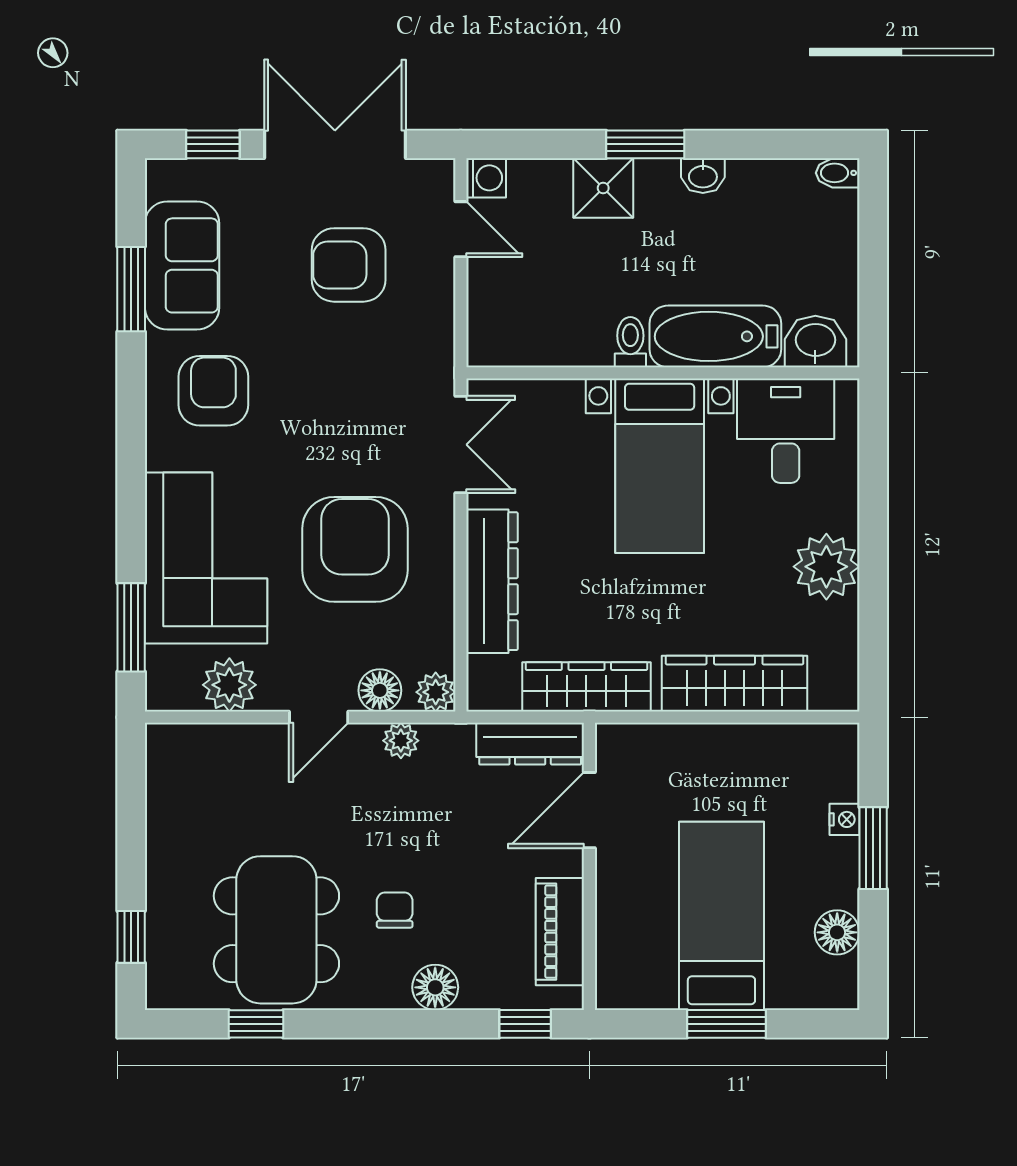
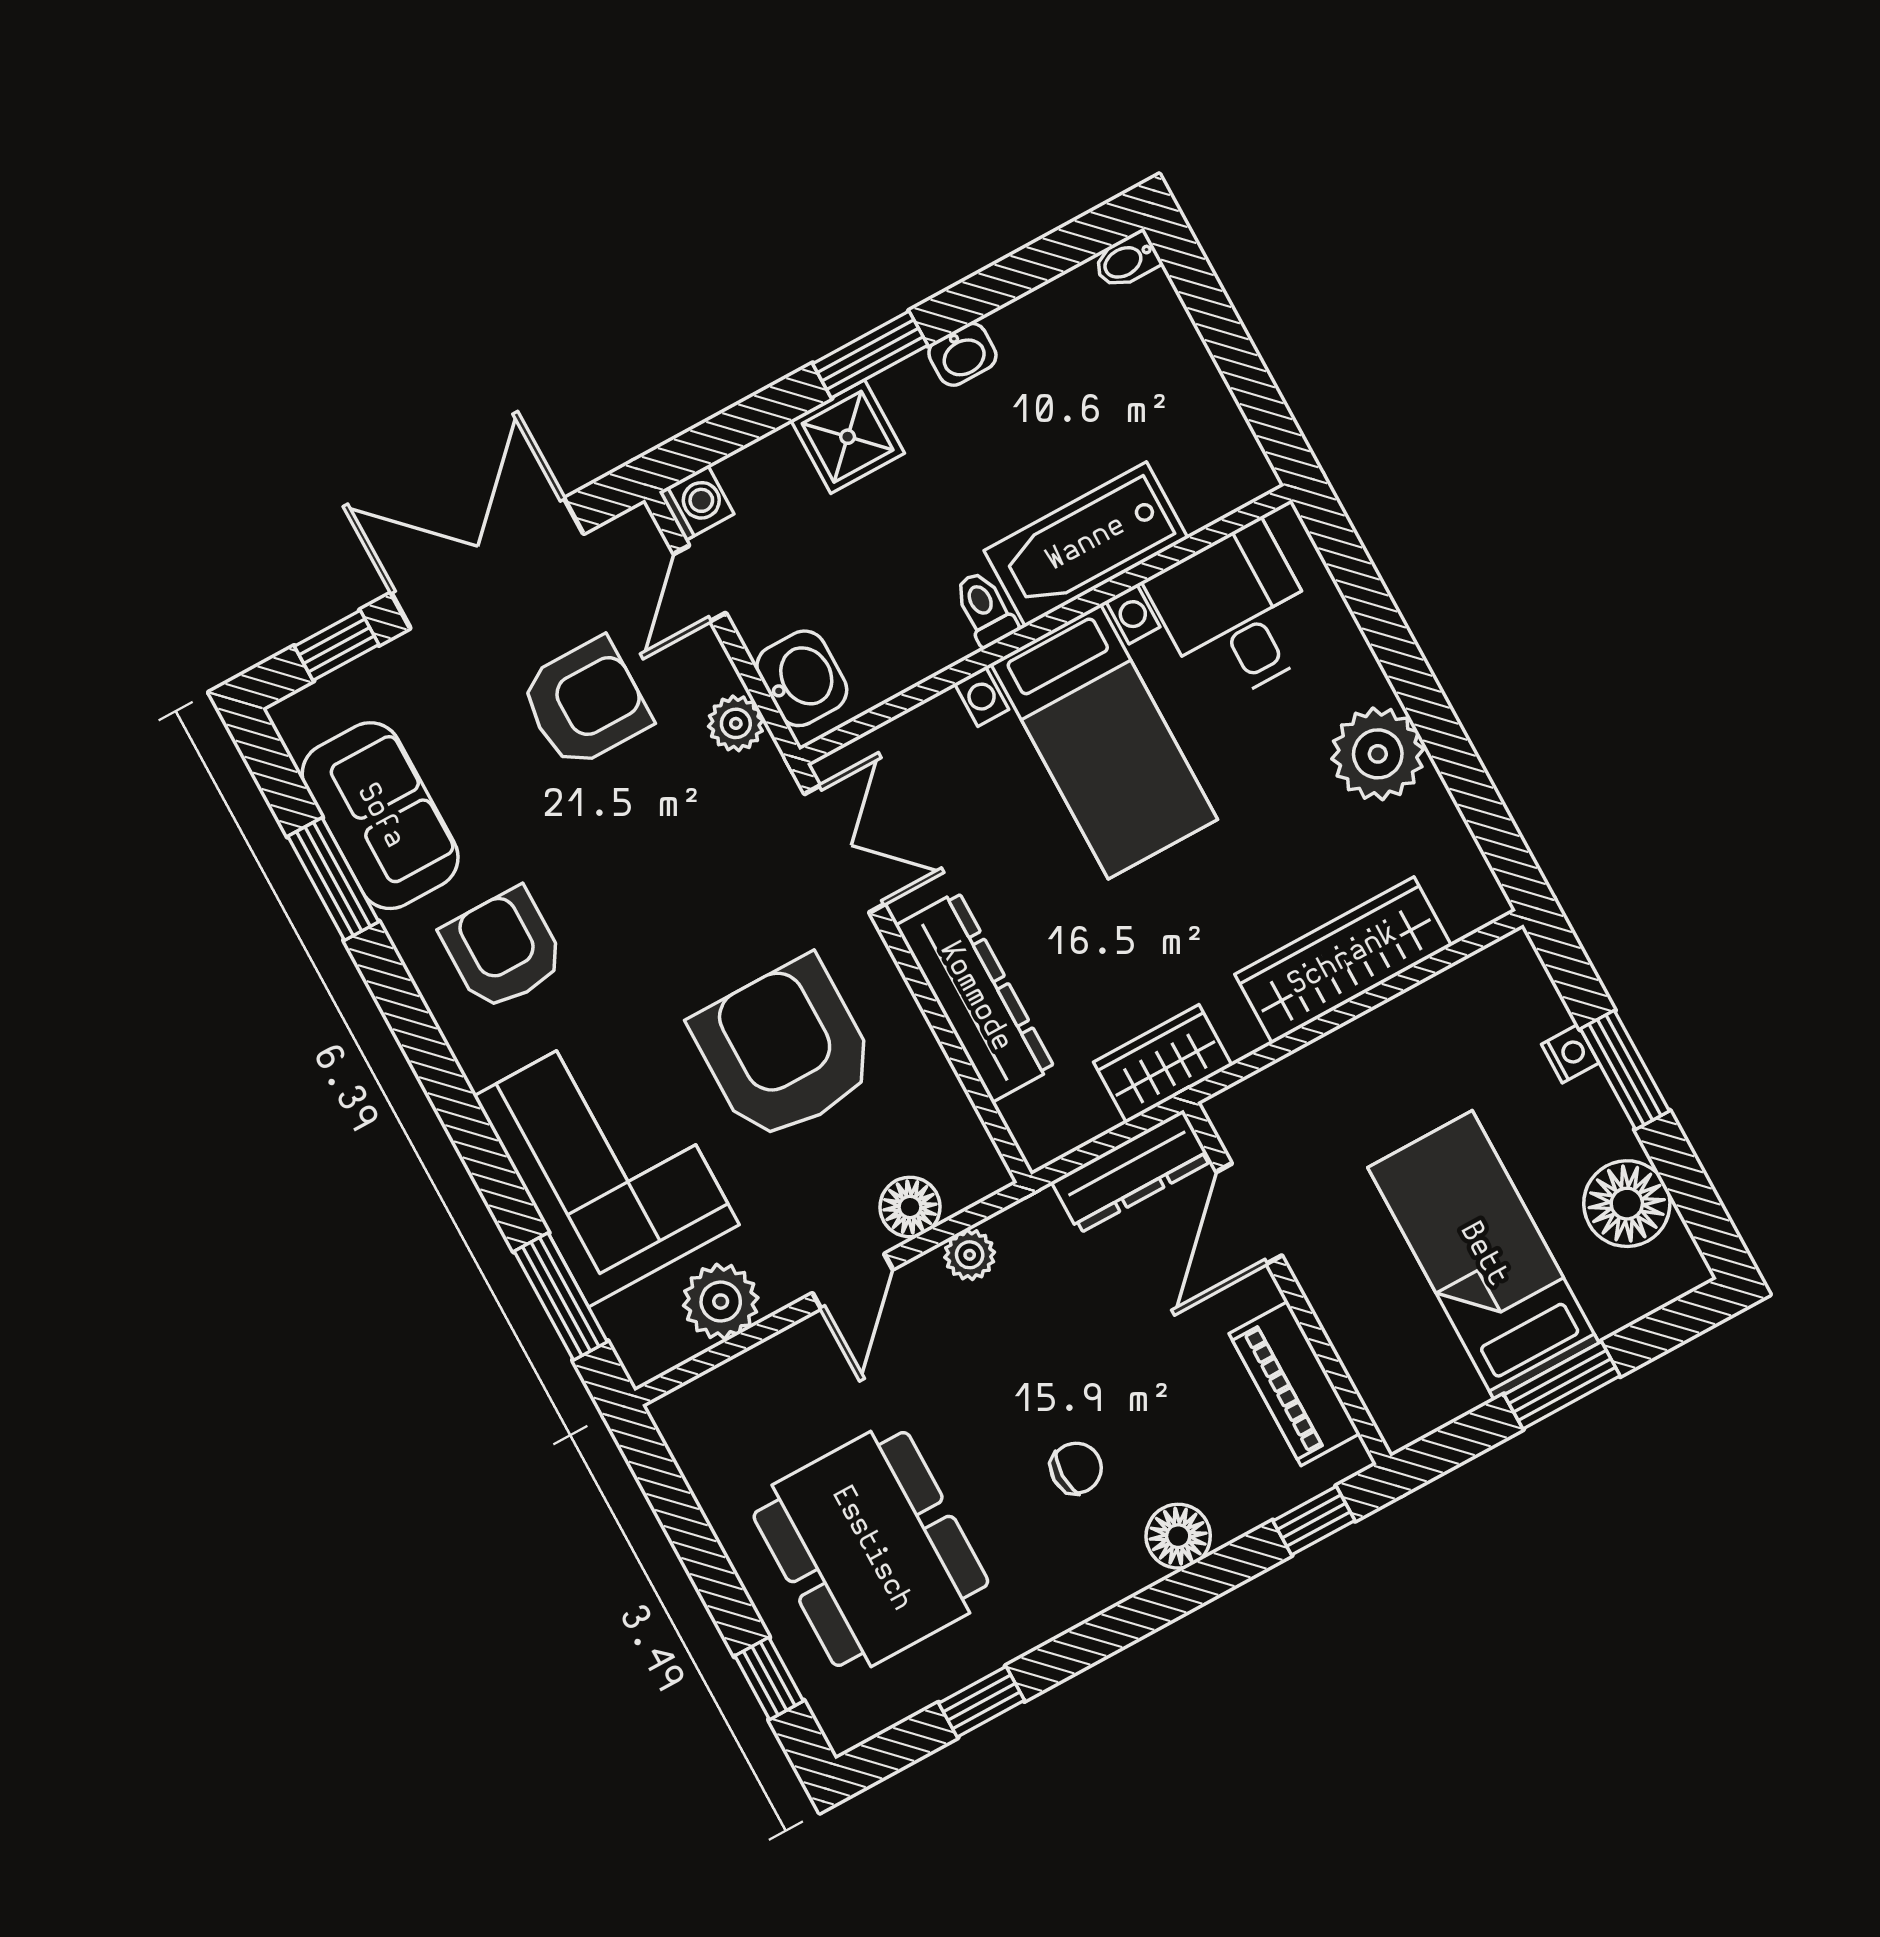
door: (461, 229) -> (700, 583), swing flipped
armchair: (349, 265) -> (585, 703), turned 180
washbasin: (815, 342) -> (802, 678), moved, turned 90
wardrobe: (586, 687) -> (1163, 1064), width x0.67
plant: (436, 692) -> (736, 723), moved
chair: (395, 910) -> (1076, 1468), turned 90
dining table: (276, 930) -> (871, 1549), moved
floor lamp: (837, 932) -> (1627, 1204), width x1.38, depth x1.38

